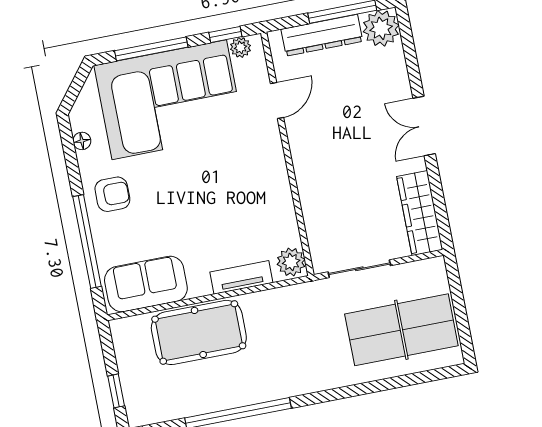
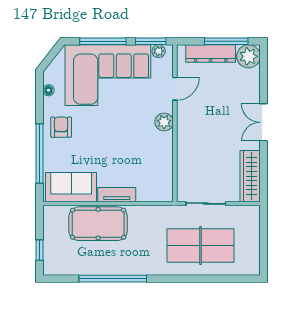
window: (225, 34) -> (151, 41), width x1.50
armchair: (112, 194) -> (61, 127), turned -90
plant: (291, 262) -> (164, 122), moved
tv unit: (241, 277) -> (117, 195), moved
table tennis table: (401, 330) -> (200, 245), moved

